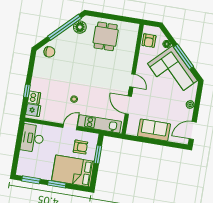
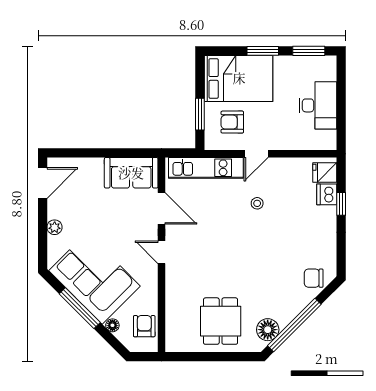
sofa: (154, 130) -> (131, 173), moved
desk: (32, 138) -> (318, 105), moved

